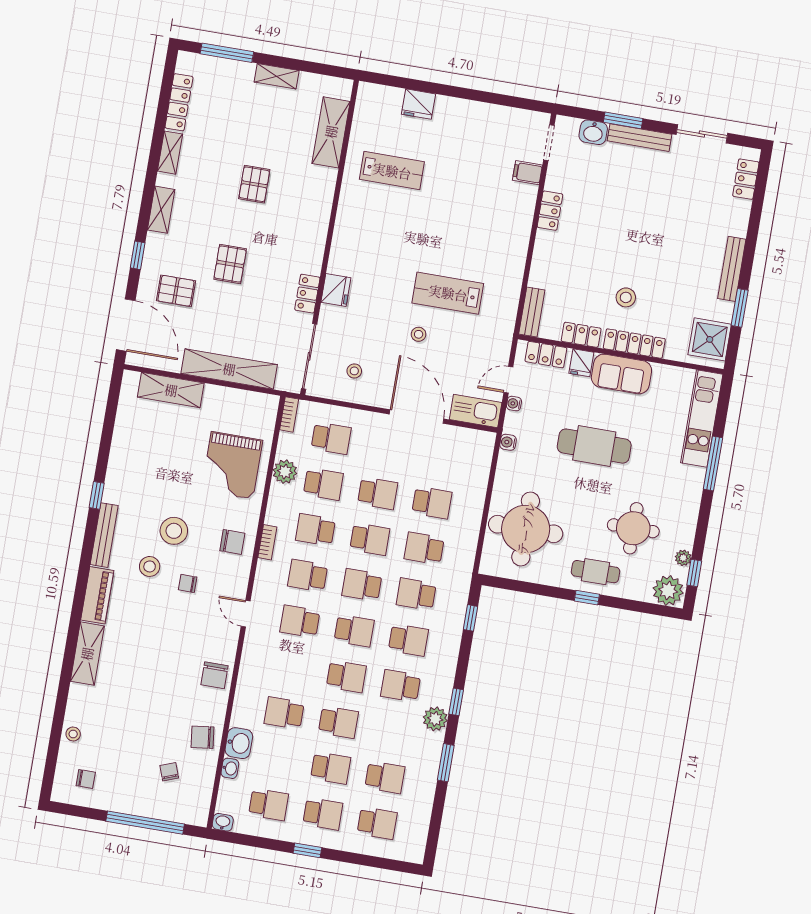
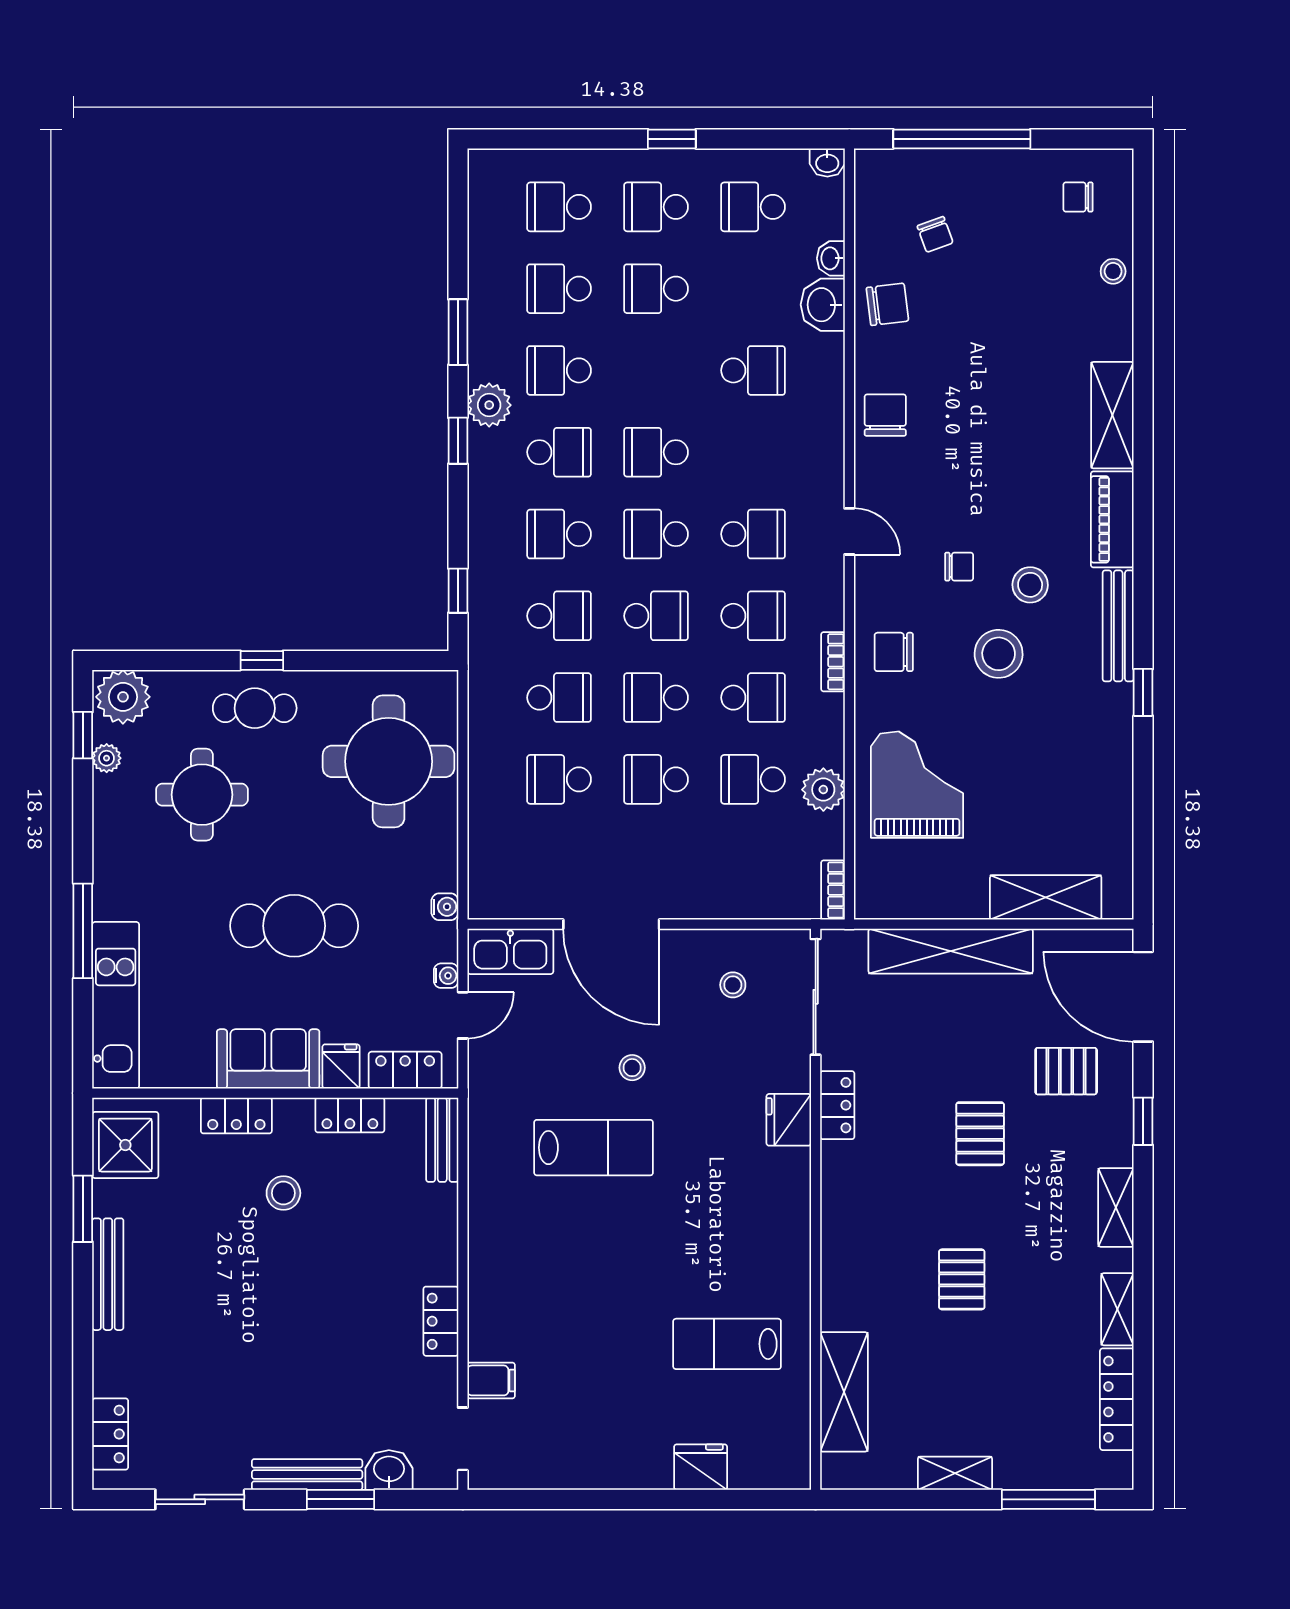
locker: (634, 344) -> (236, 1115), width x0.66
school desk: (331, 438) -> (753, 861), removed
school desk: (338, 722) -> (559, 370), moved

